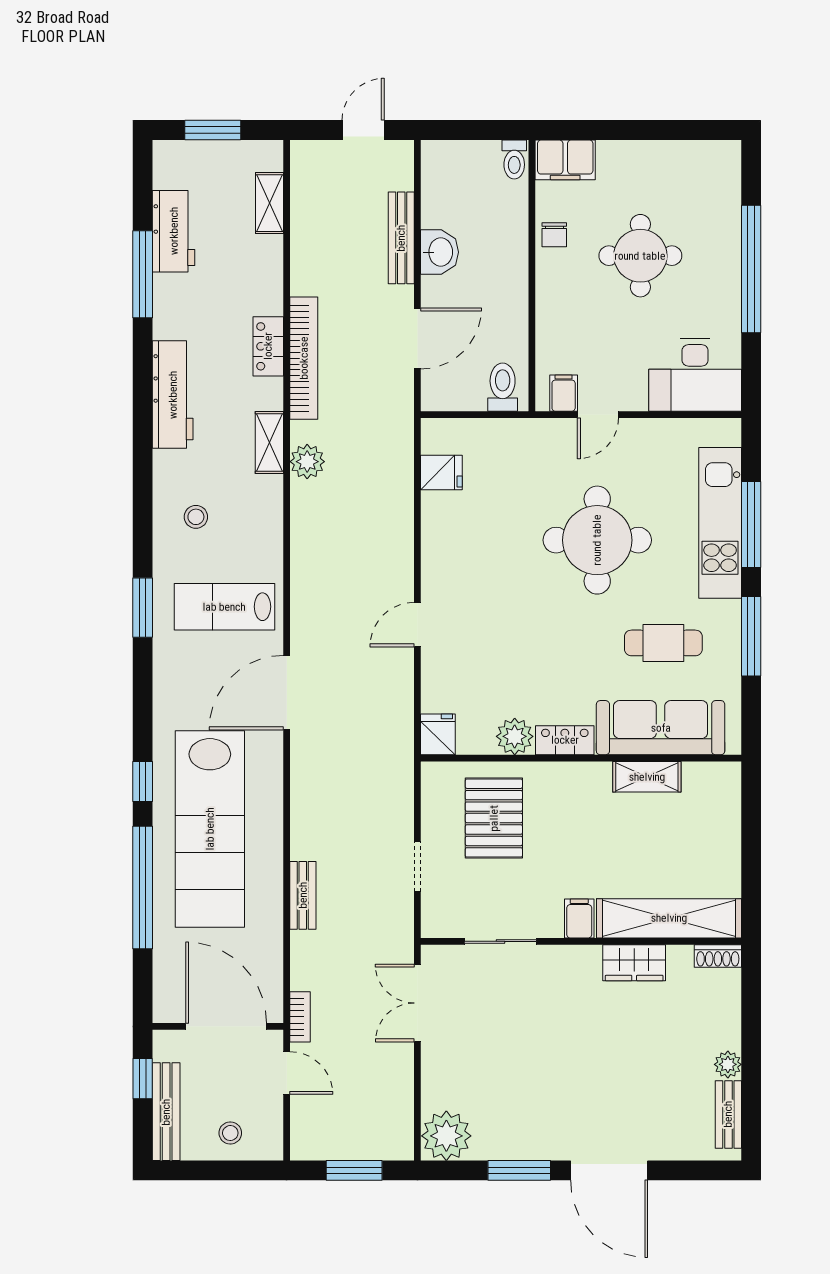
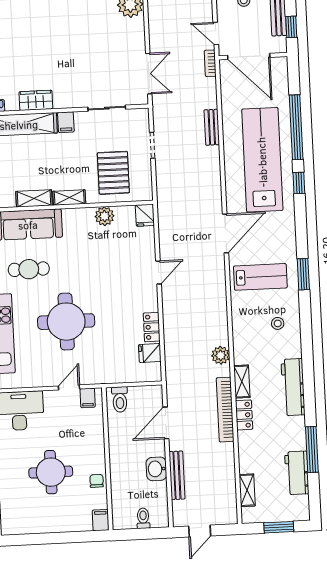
toilet: (514, 159) -> (143, 518), moved
filing cabinet: (565, 160) -> (101, 520), width x0.50
shelving: (269, 443) -> (242, 382), moved
locker: (565, 740) -> (152, 327), moved, turned 90
shelving: (580, 775) -> (69, 198), added

